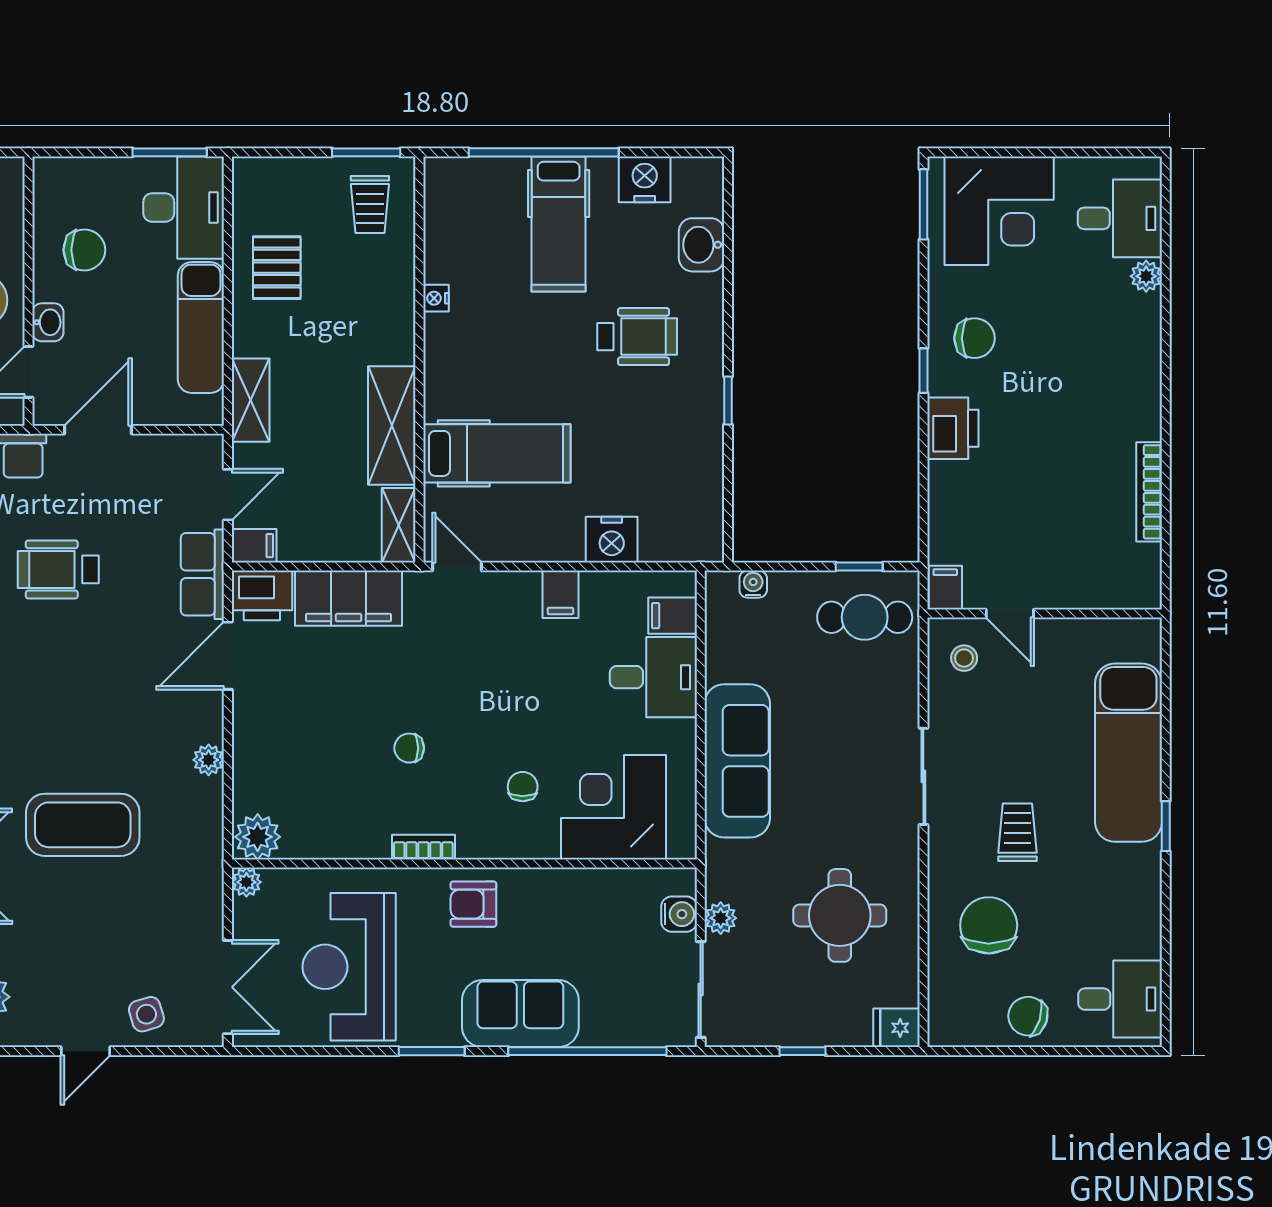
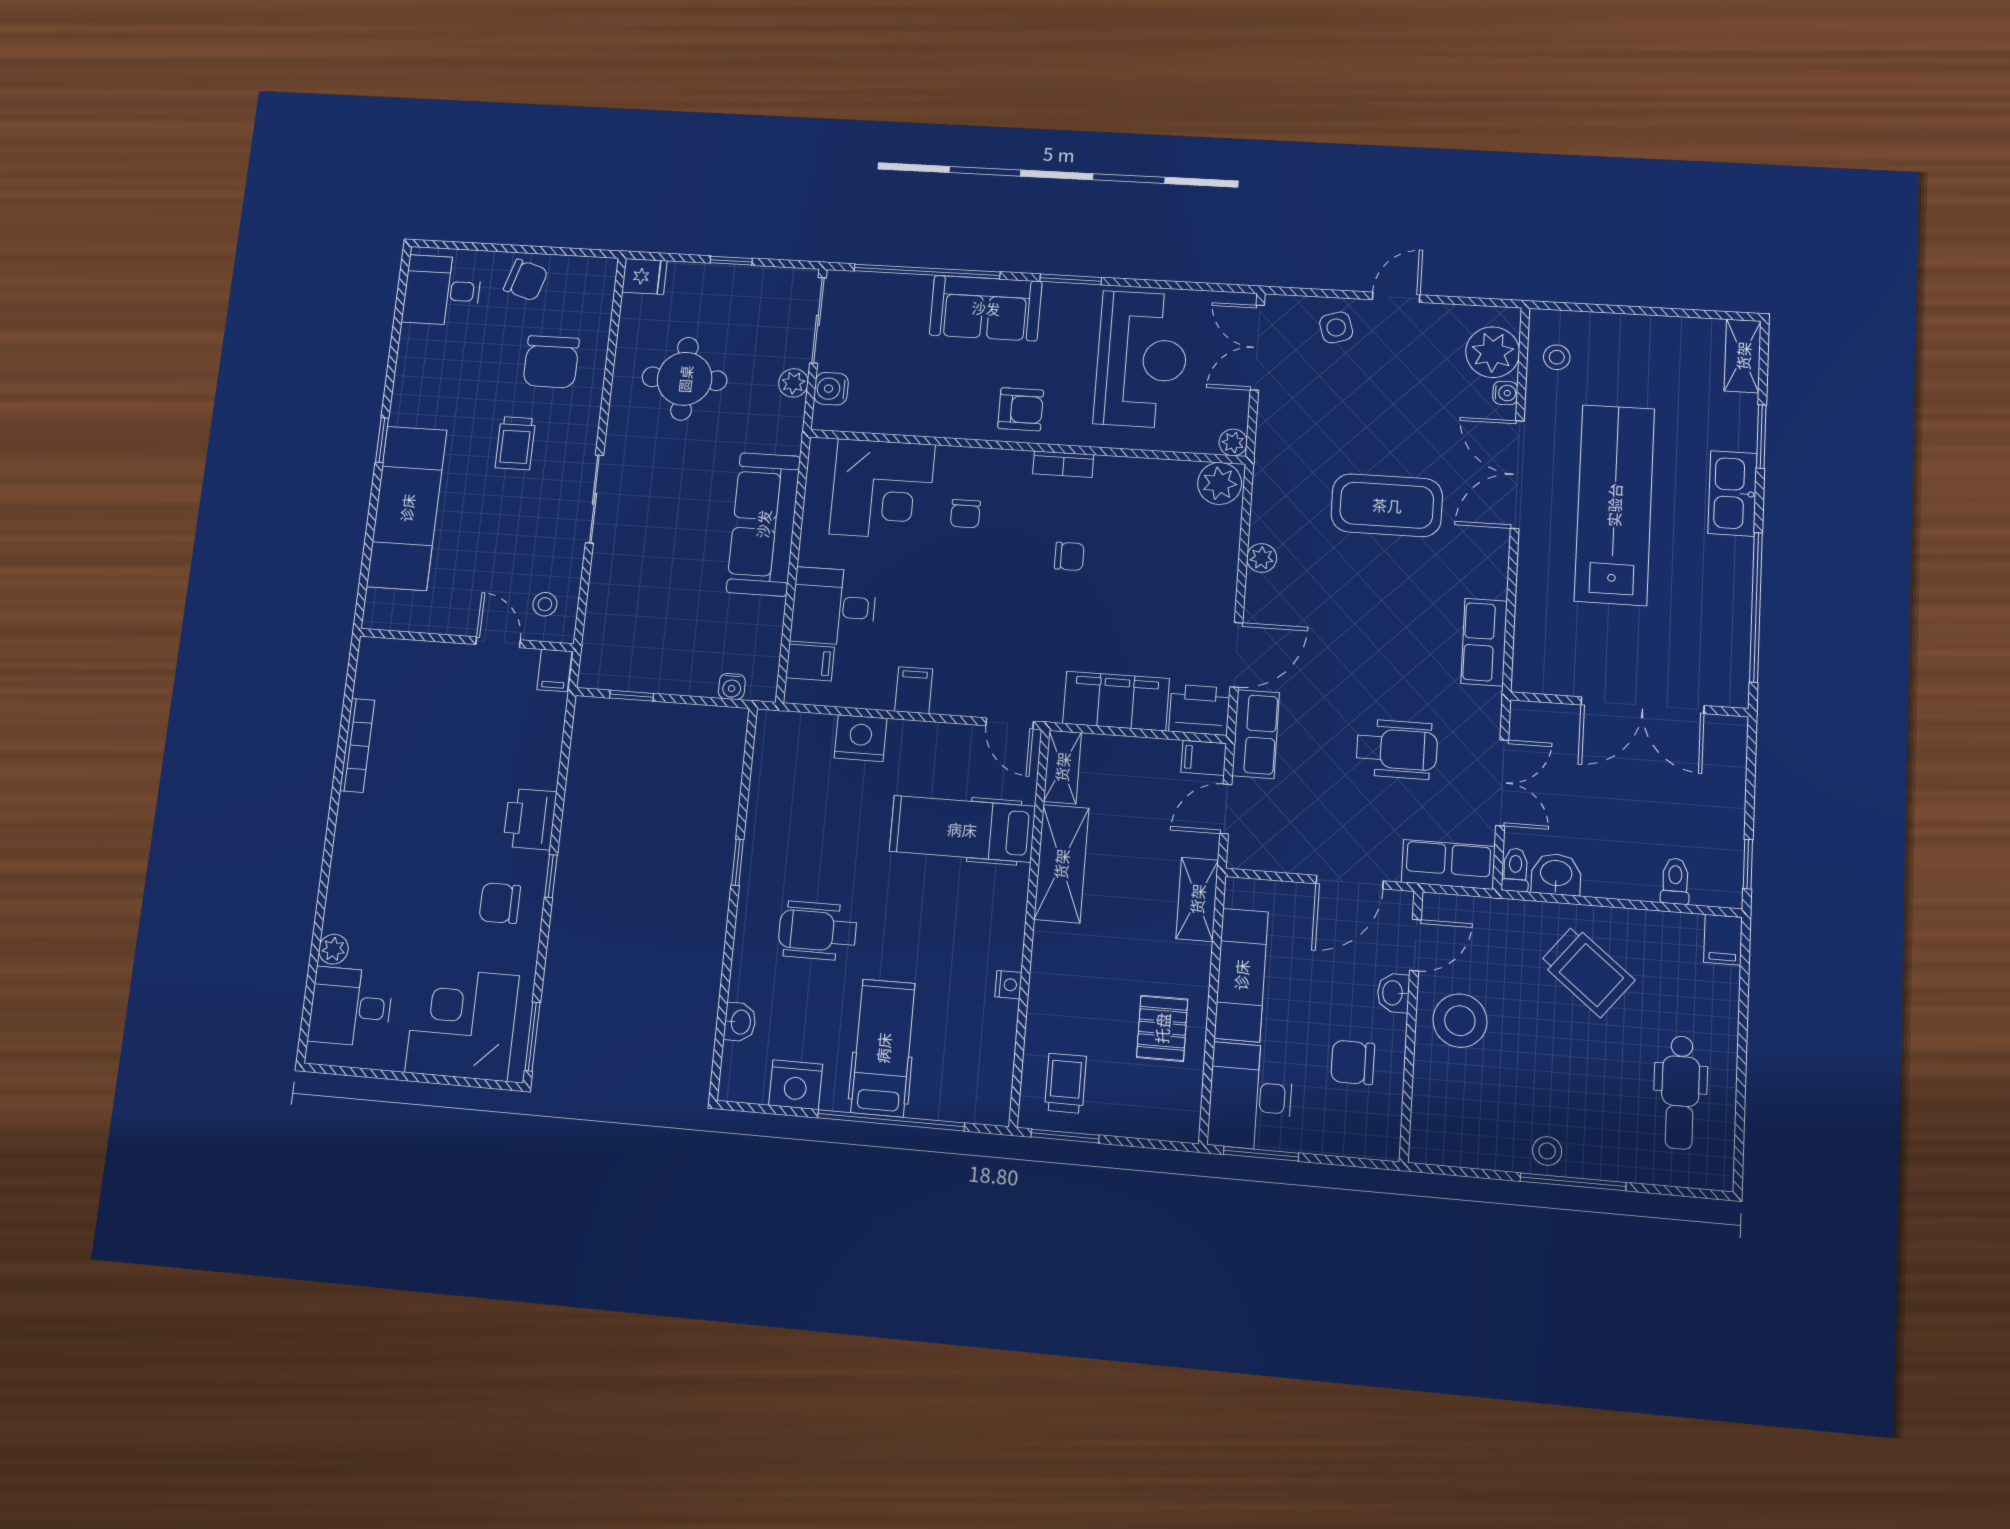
washbasin: (702, 245) -> (740, 1022), width x0.72, depth x0.69
cafe table: (865, 617) -> (632, 648), removed

